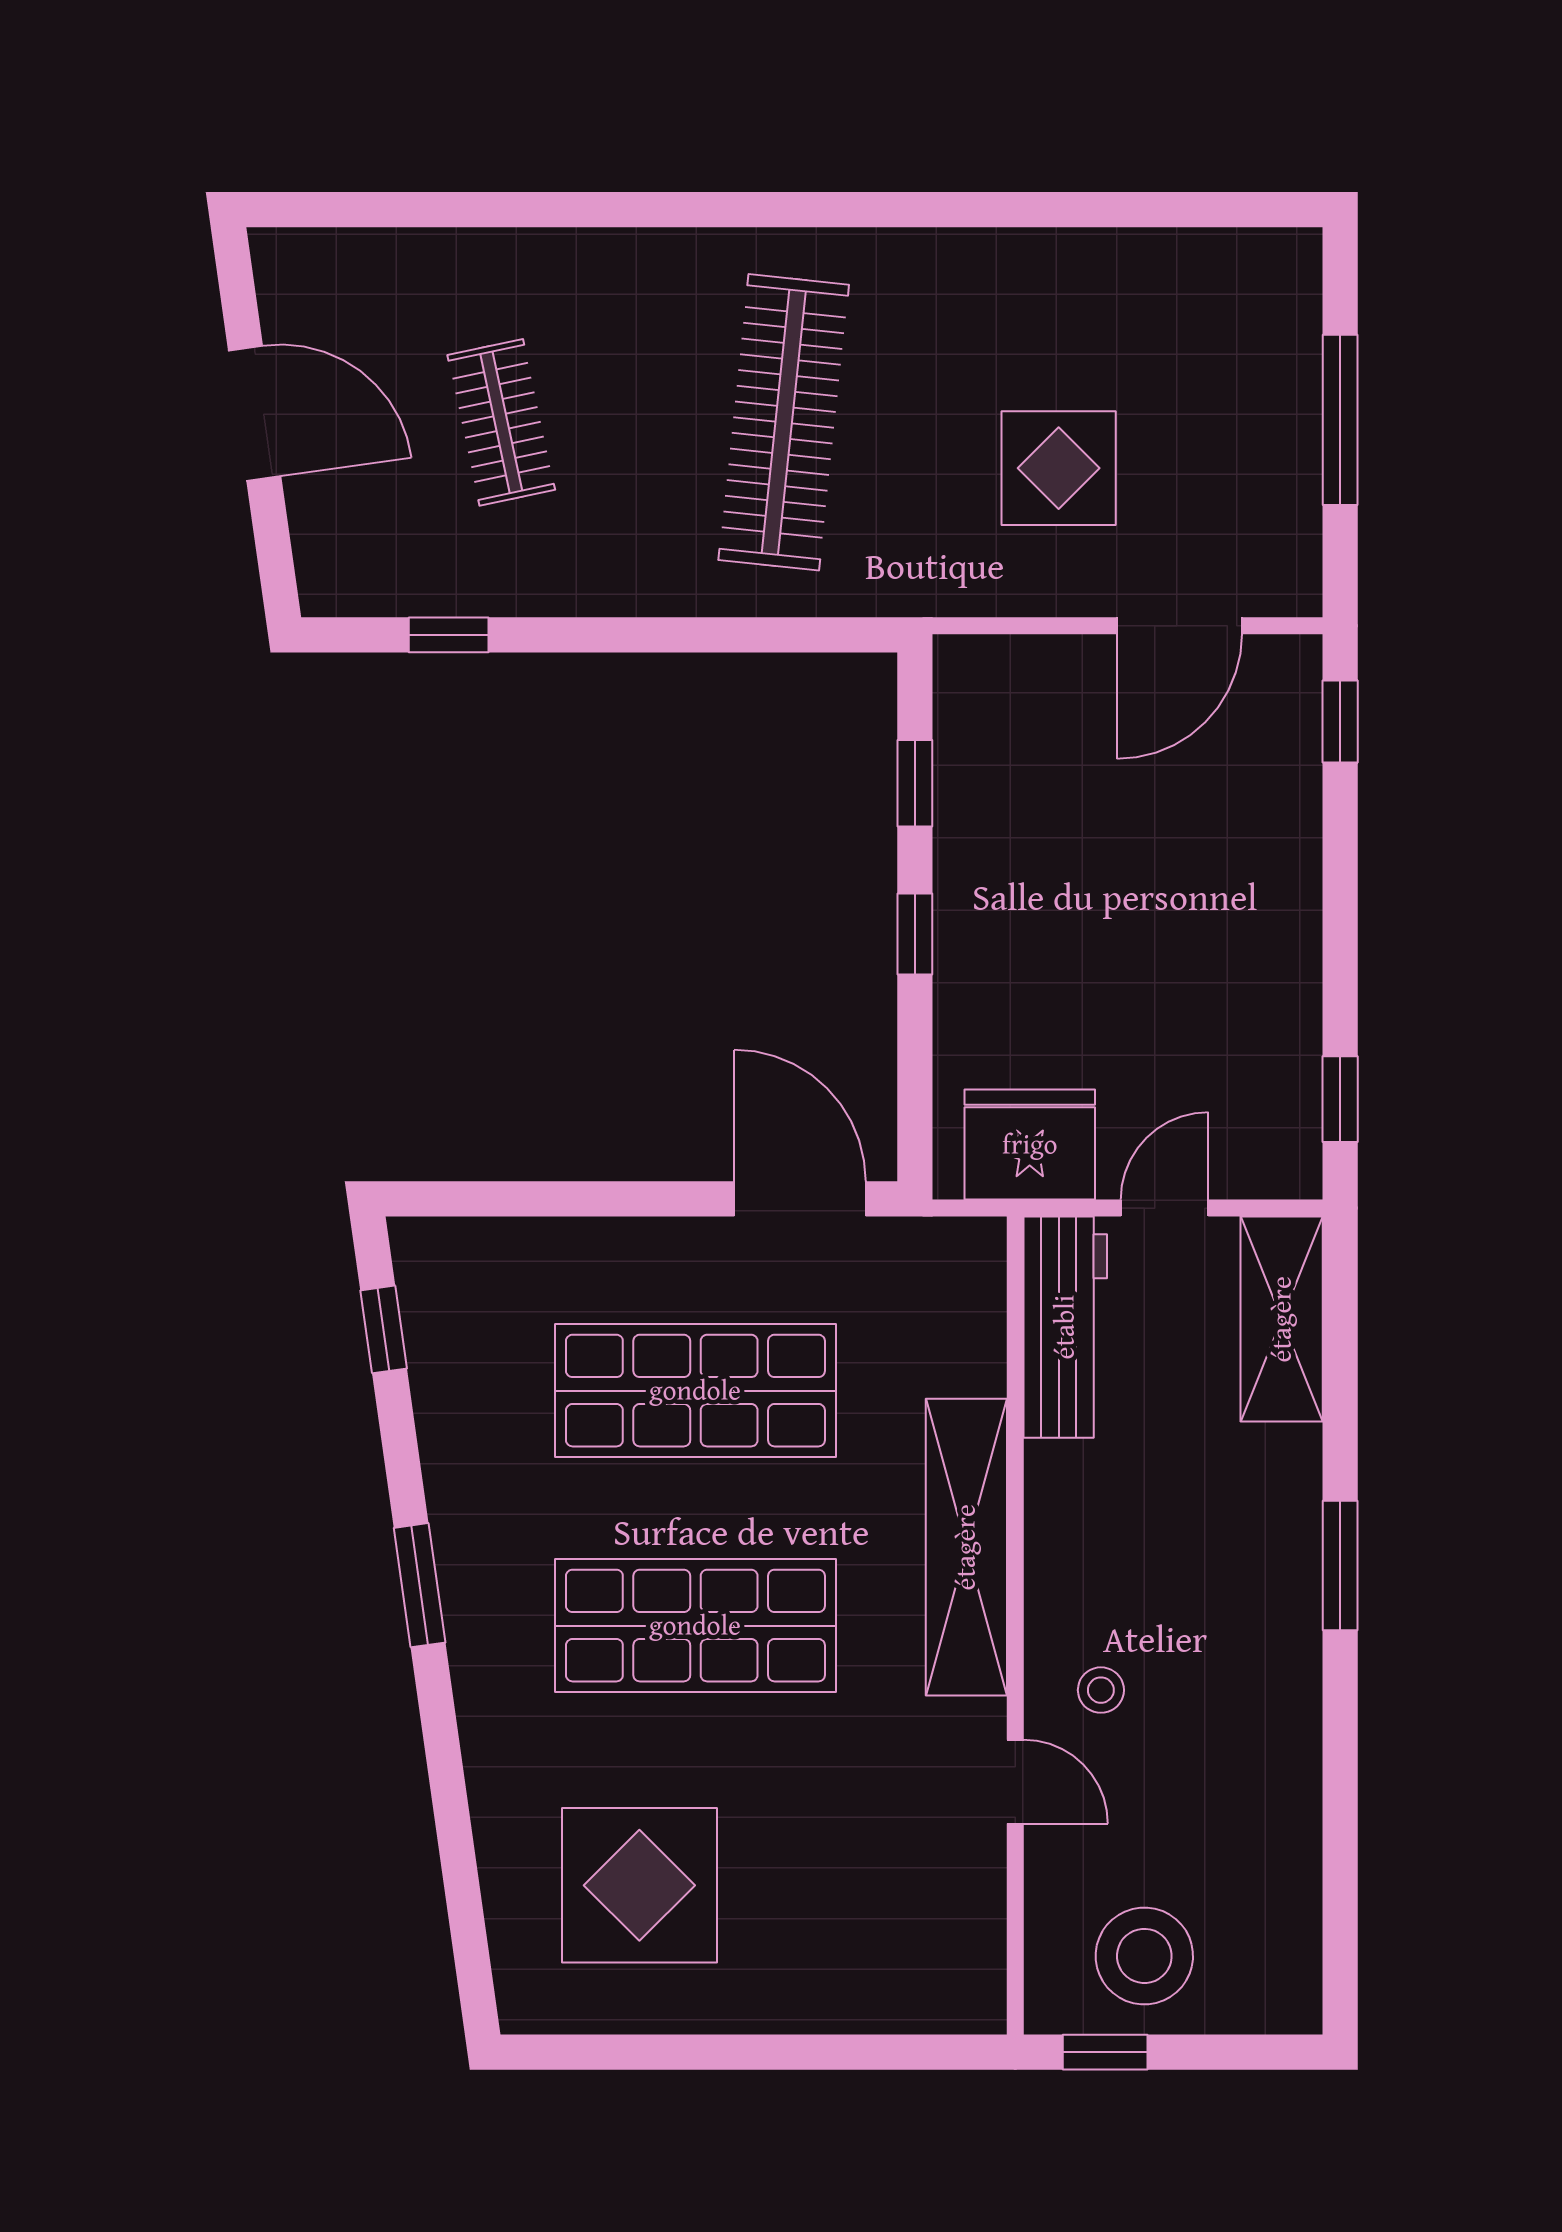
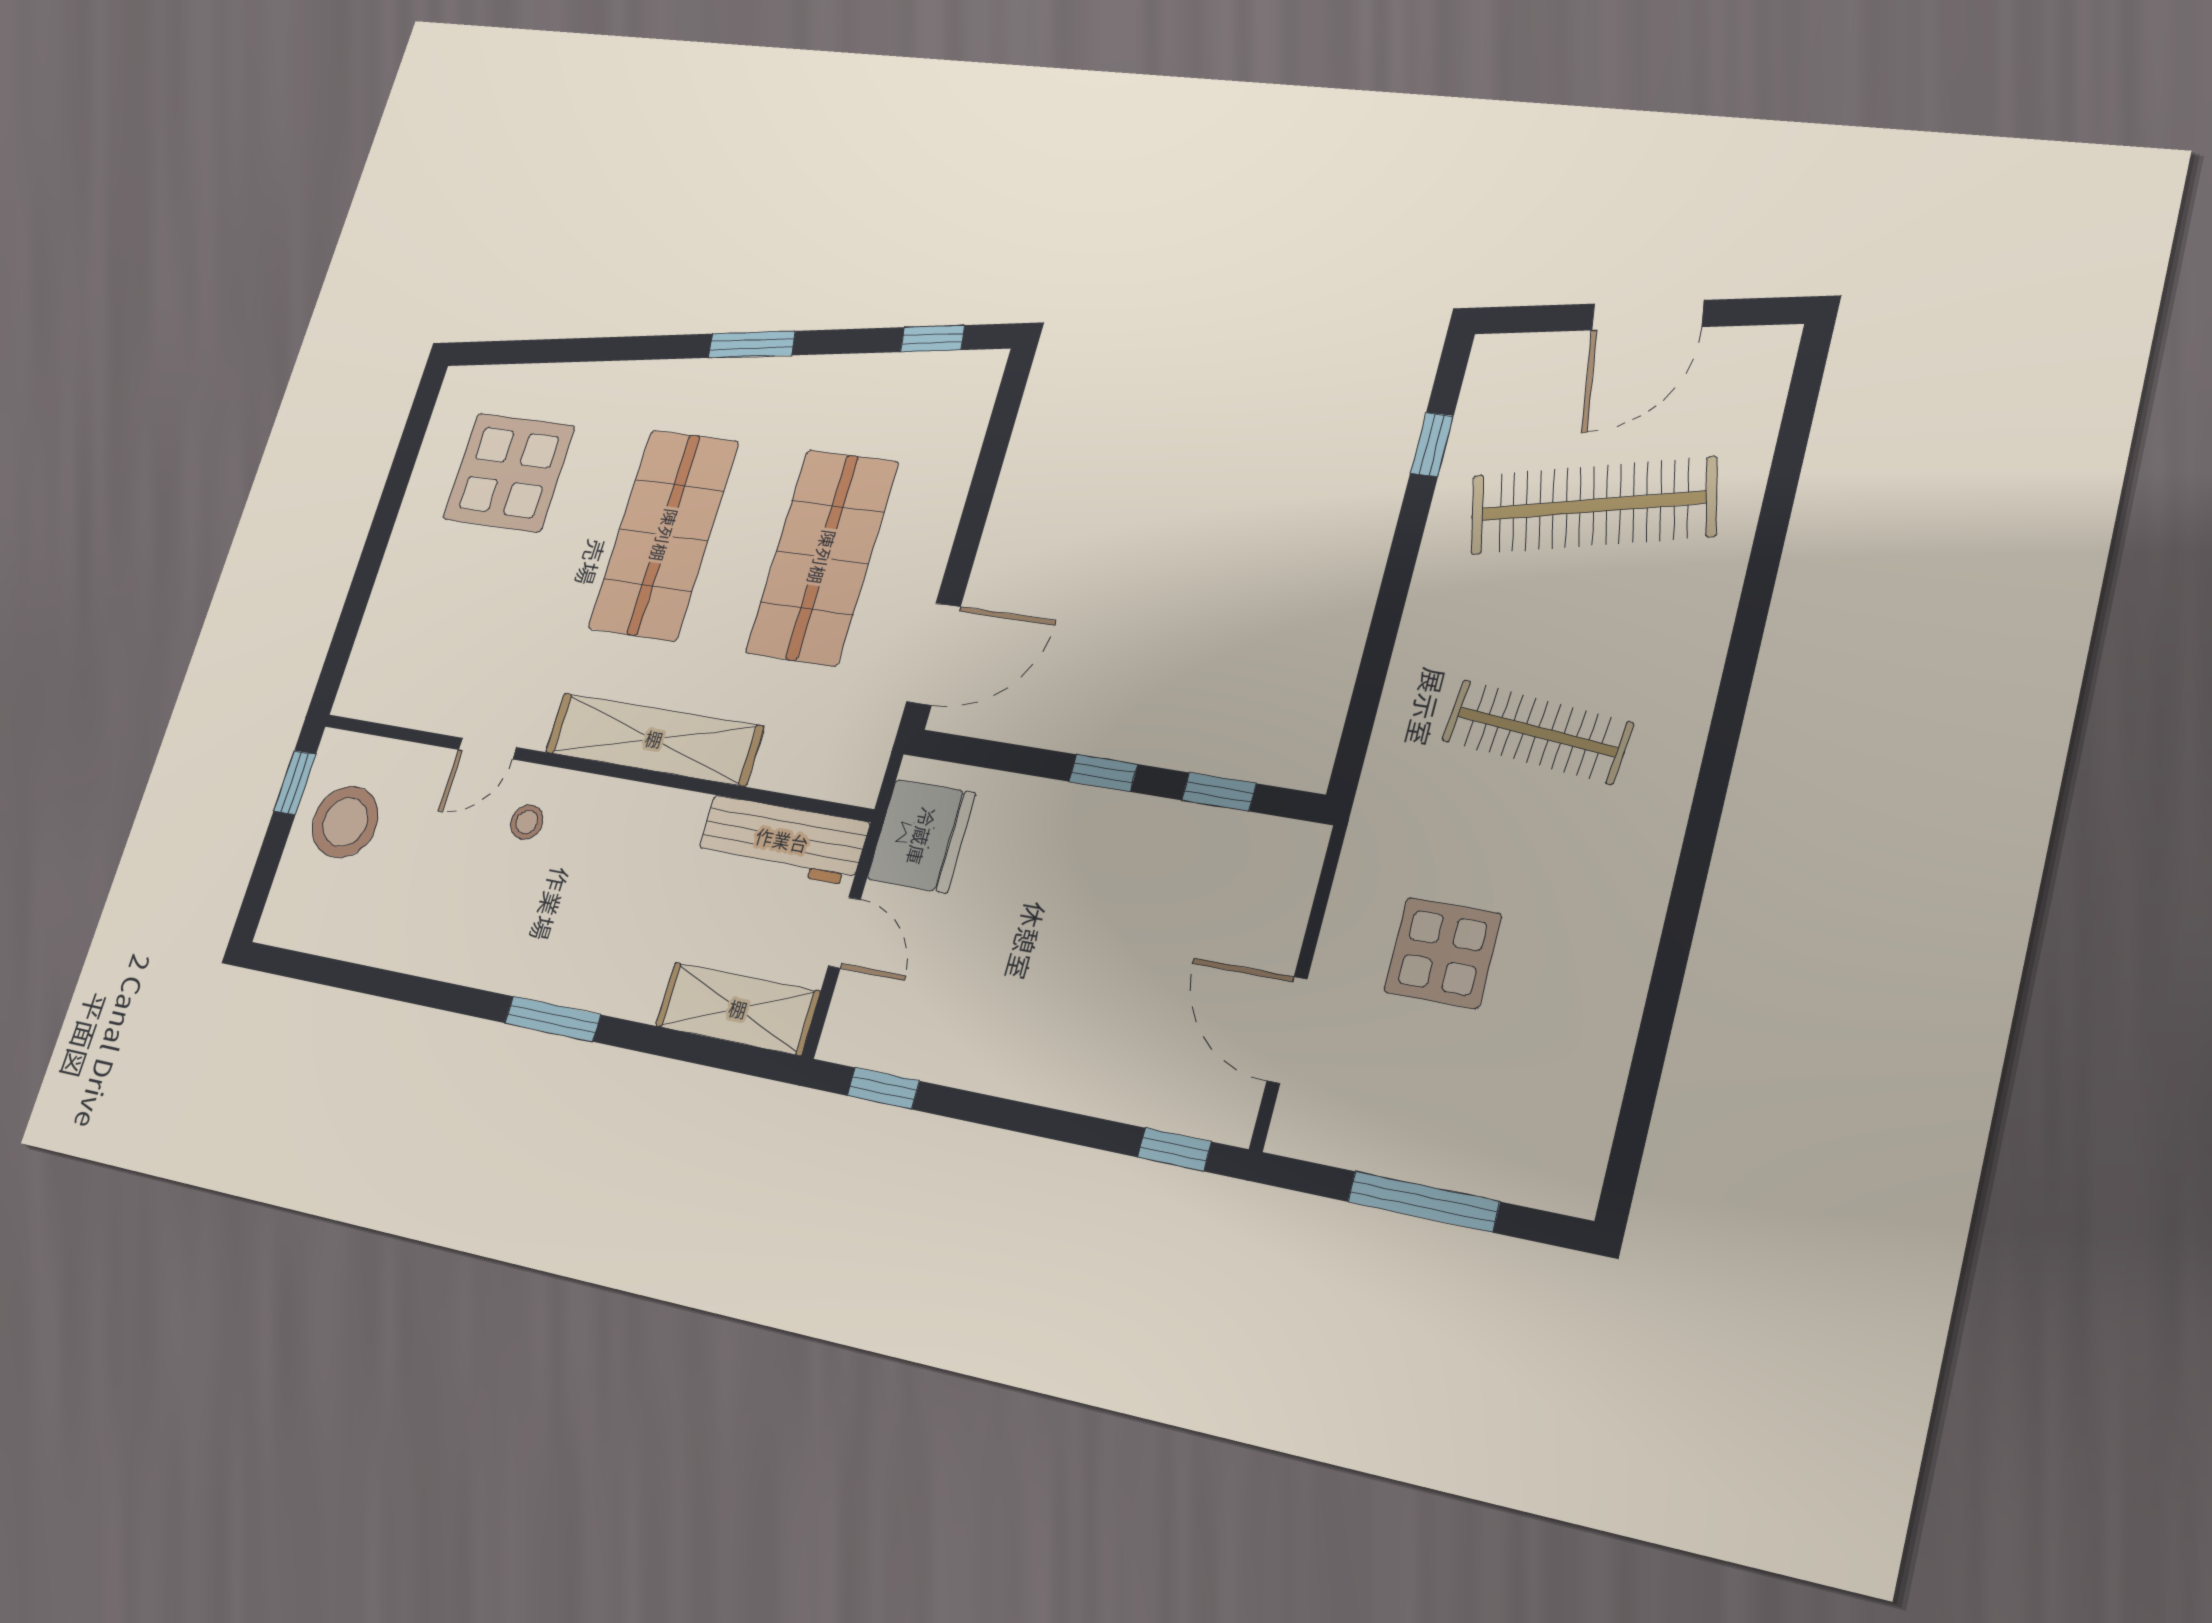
clothes rail: (501, 422) -> (1593, 506), width x1.86, depth x1.31
clothes rail: (784, 422) -> (1537, 732), width x0.73, depth x0.76

